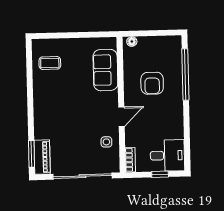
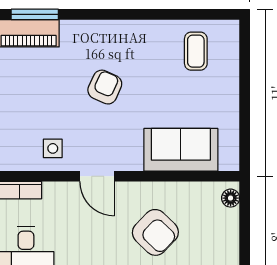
armchair: (152, 83) -> (155, 232), turned -136
armchair: (71, 114) -> (105, 87), added

